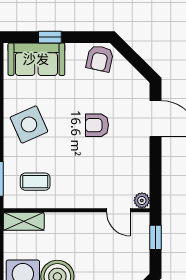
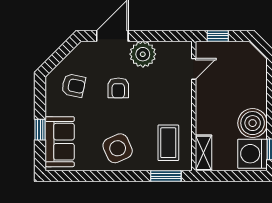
armchair: (100, 58) -> (73, 85), moved
coffee table: (35, 182) -> (168, 143), width x1.36, depth x1.30
plant: (142, 200) -> (143, 54), moved, width x1.87, depth x1.87

